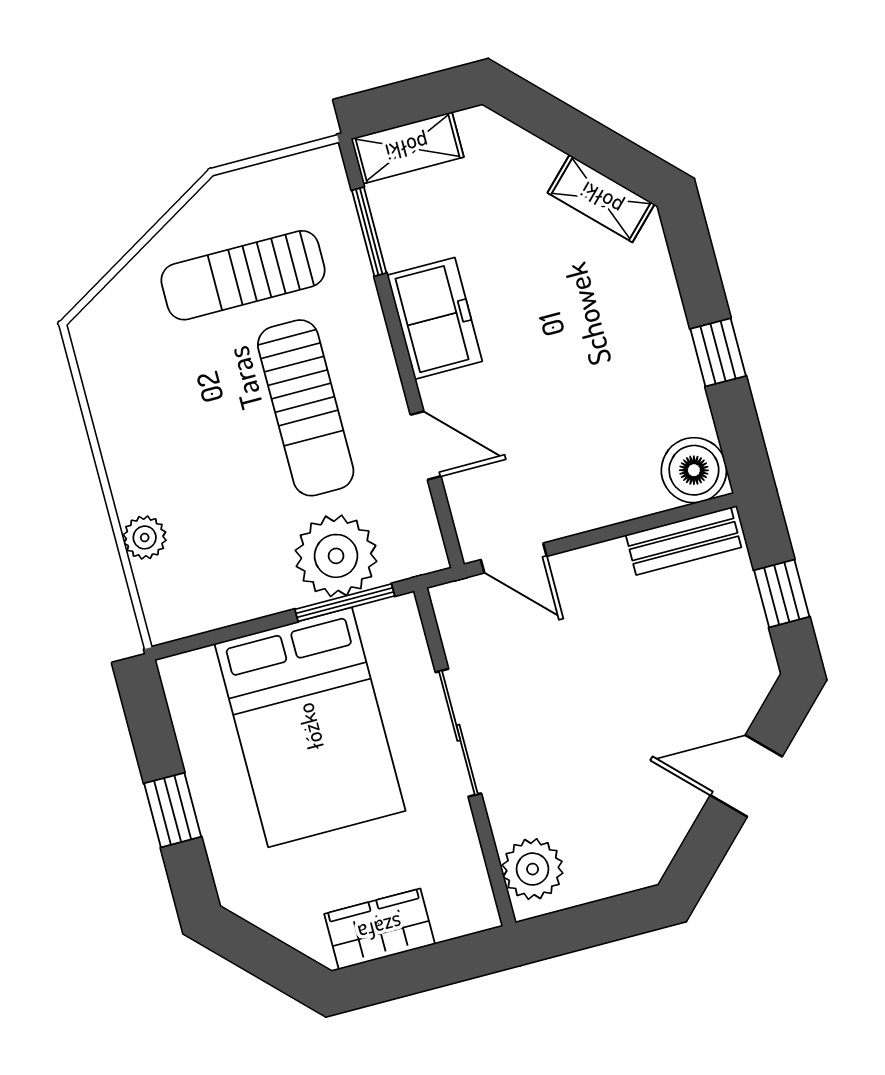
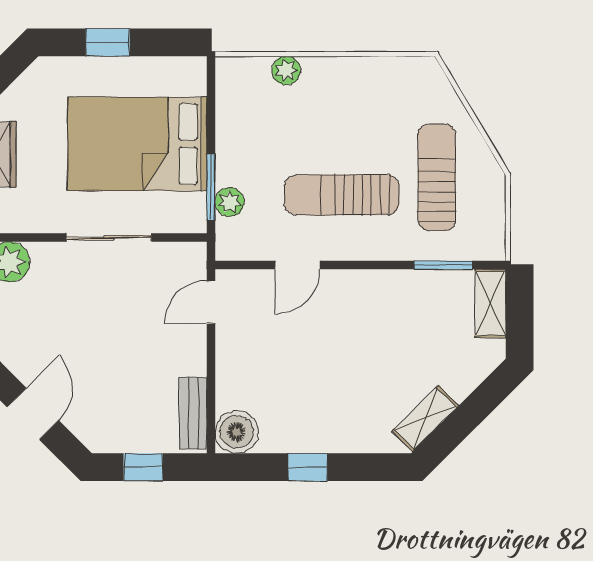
freezer: (435, 318) -> (377, 292), removed
plant: (336, 556) -> (230, 202), width x0.53, depth x0.53

